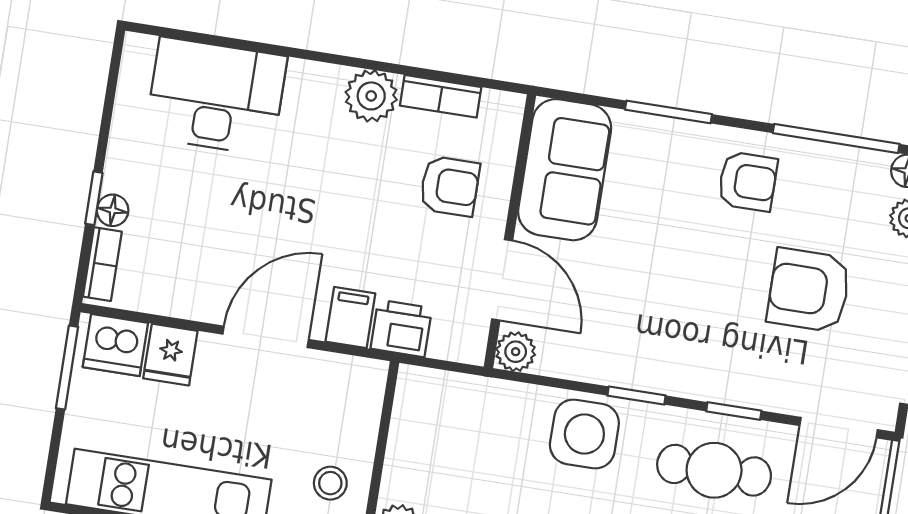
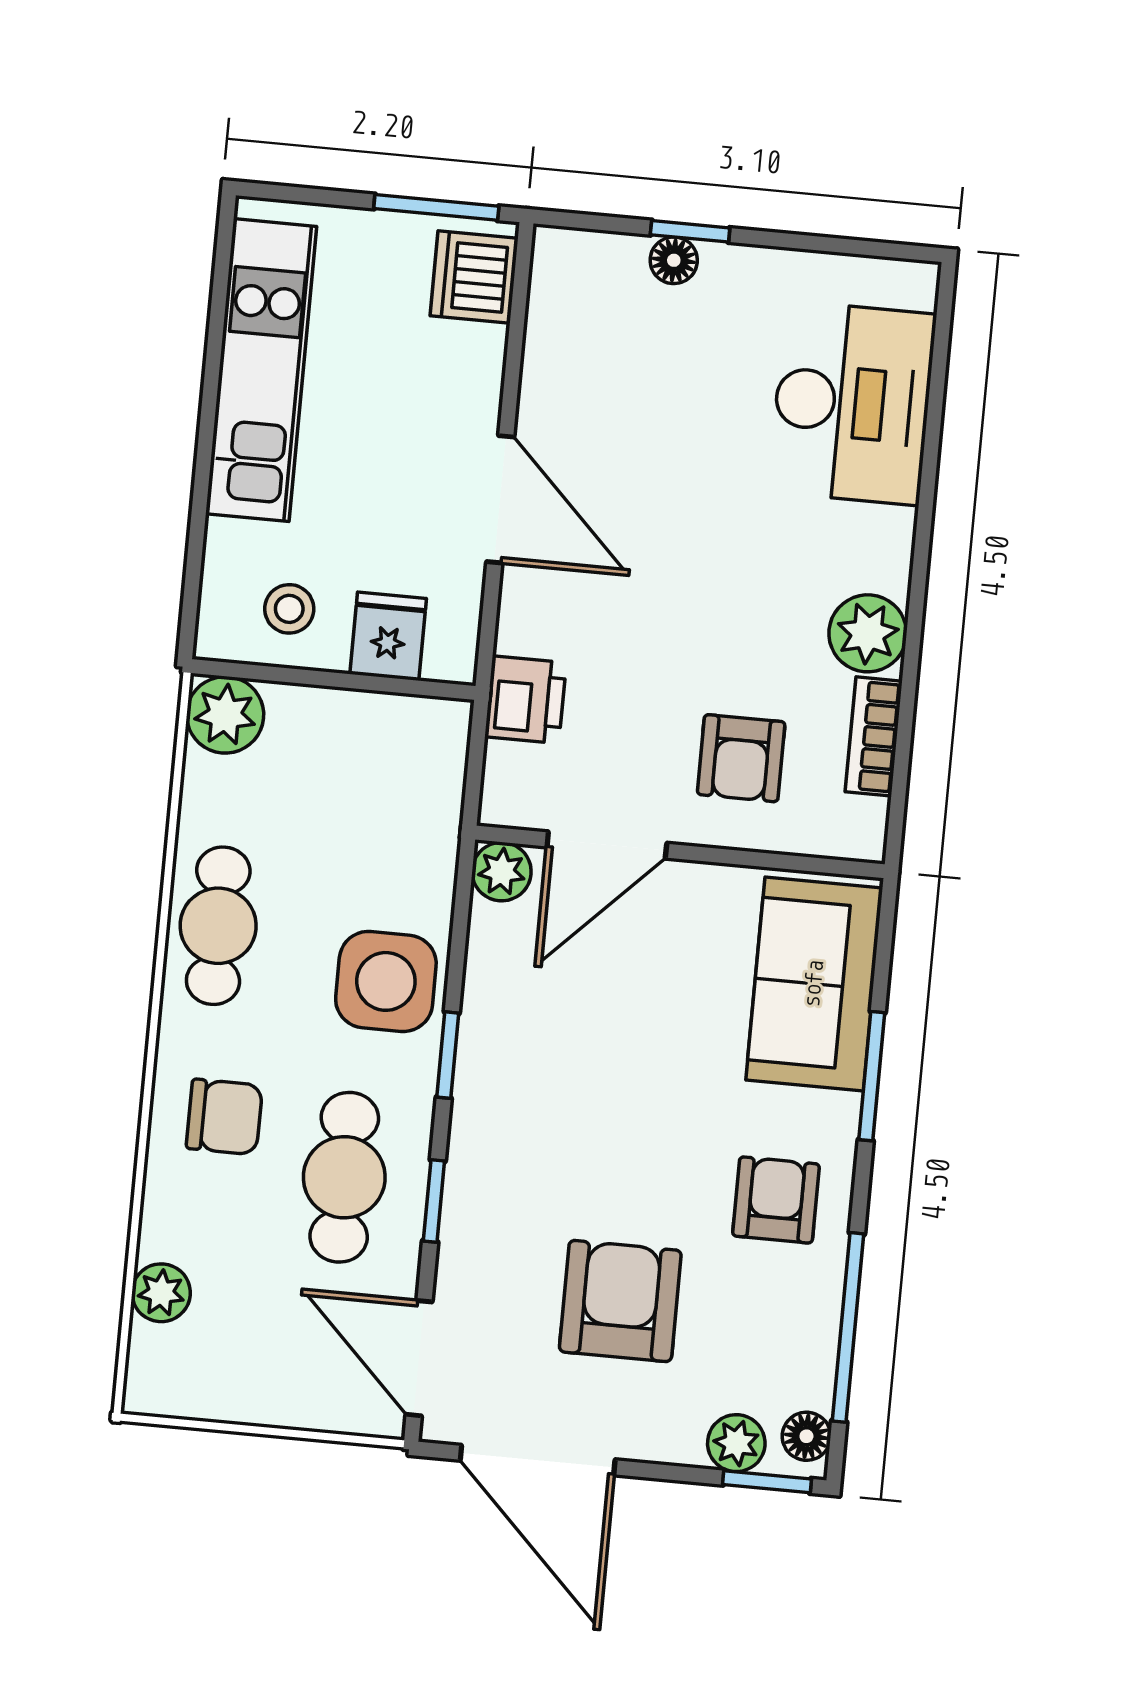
sofa: (565, 170) -> (814, 984), moved, turned 90
armchair: (748, 181) -> (776, 1200), turned 180
bookcase: (102, 264) -> (593, 250), removed
filing cabinet: (350, 317) -> (537, 623), removed
fridge: (170, 355) -> (388, 636), moved, turned 90

